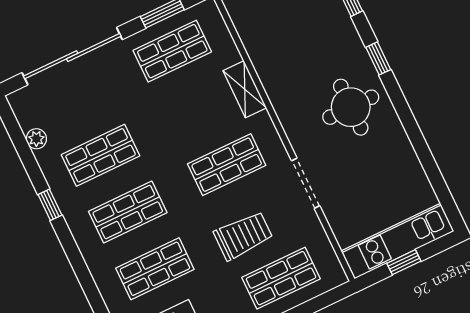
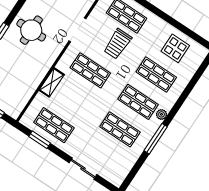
sliding door: (72, 56) -> (83, 169), width x0.54
plant: (36, 139) -> (162, 114), moved
window: (50, 205) -> (156, 139), width x2.17
trolley: (243, 236) -> (118, 44), turned -90

